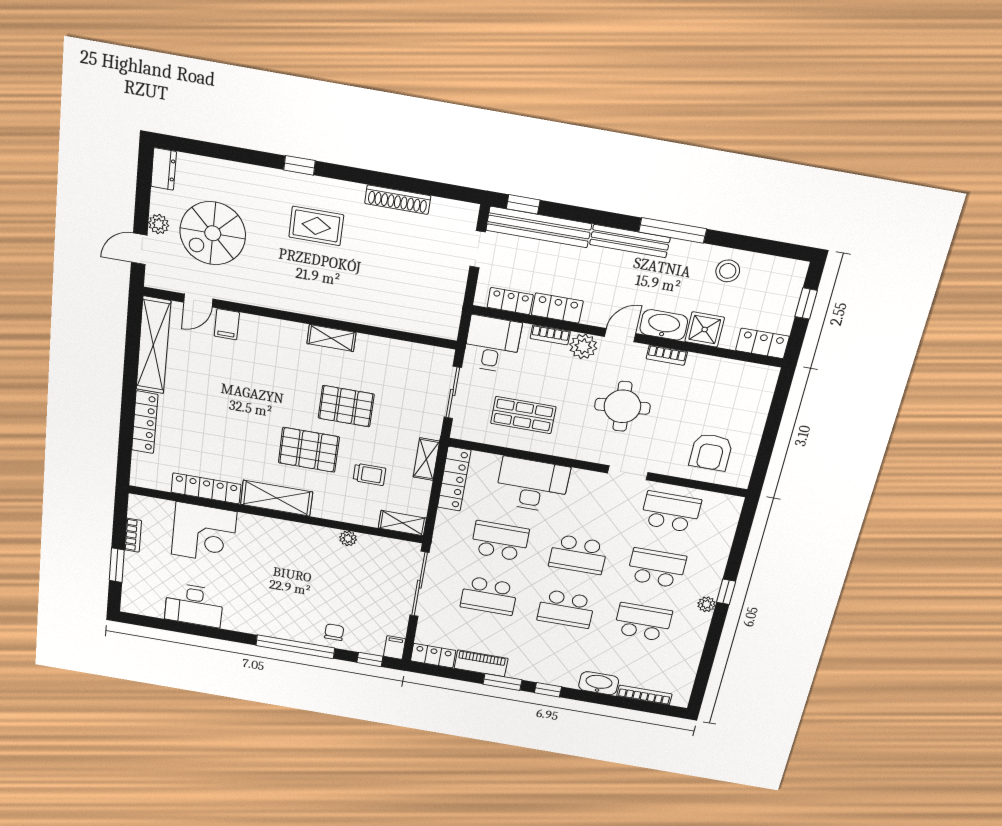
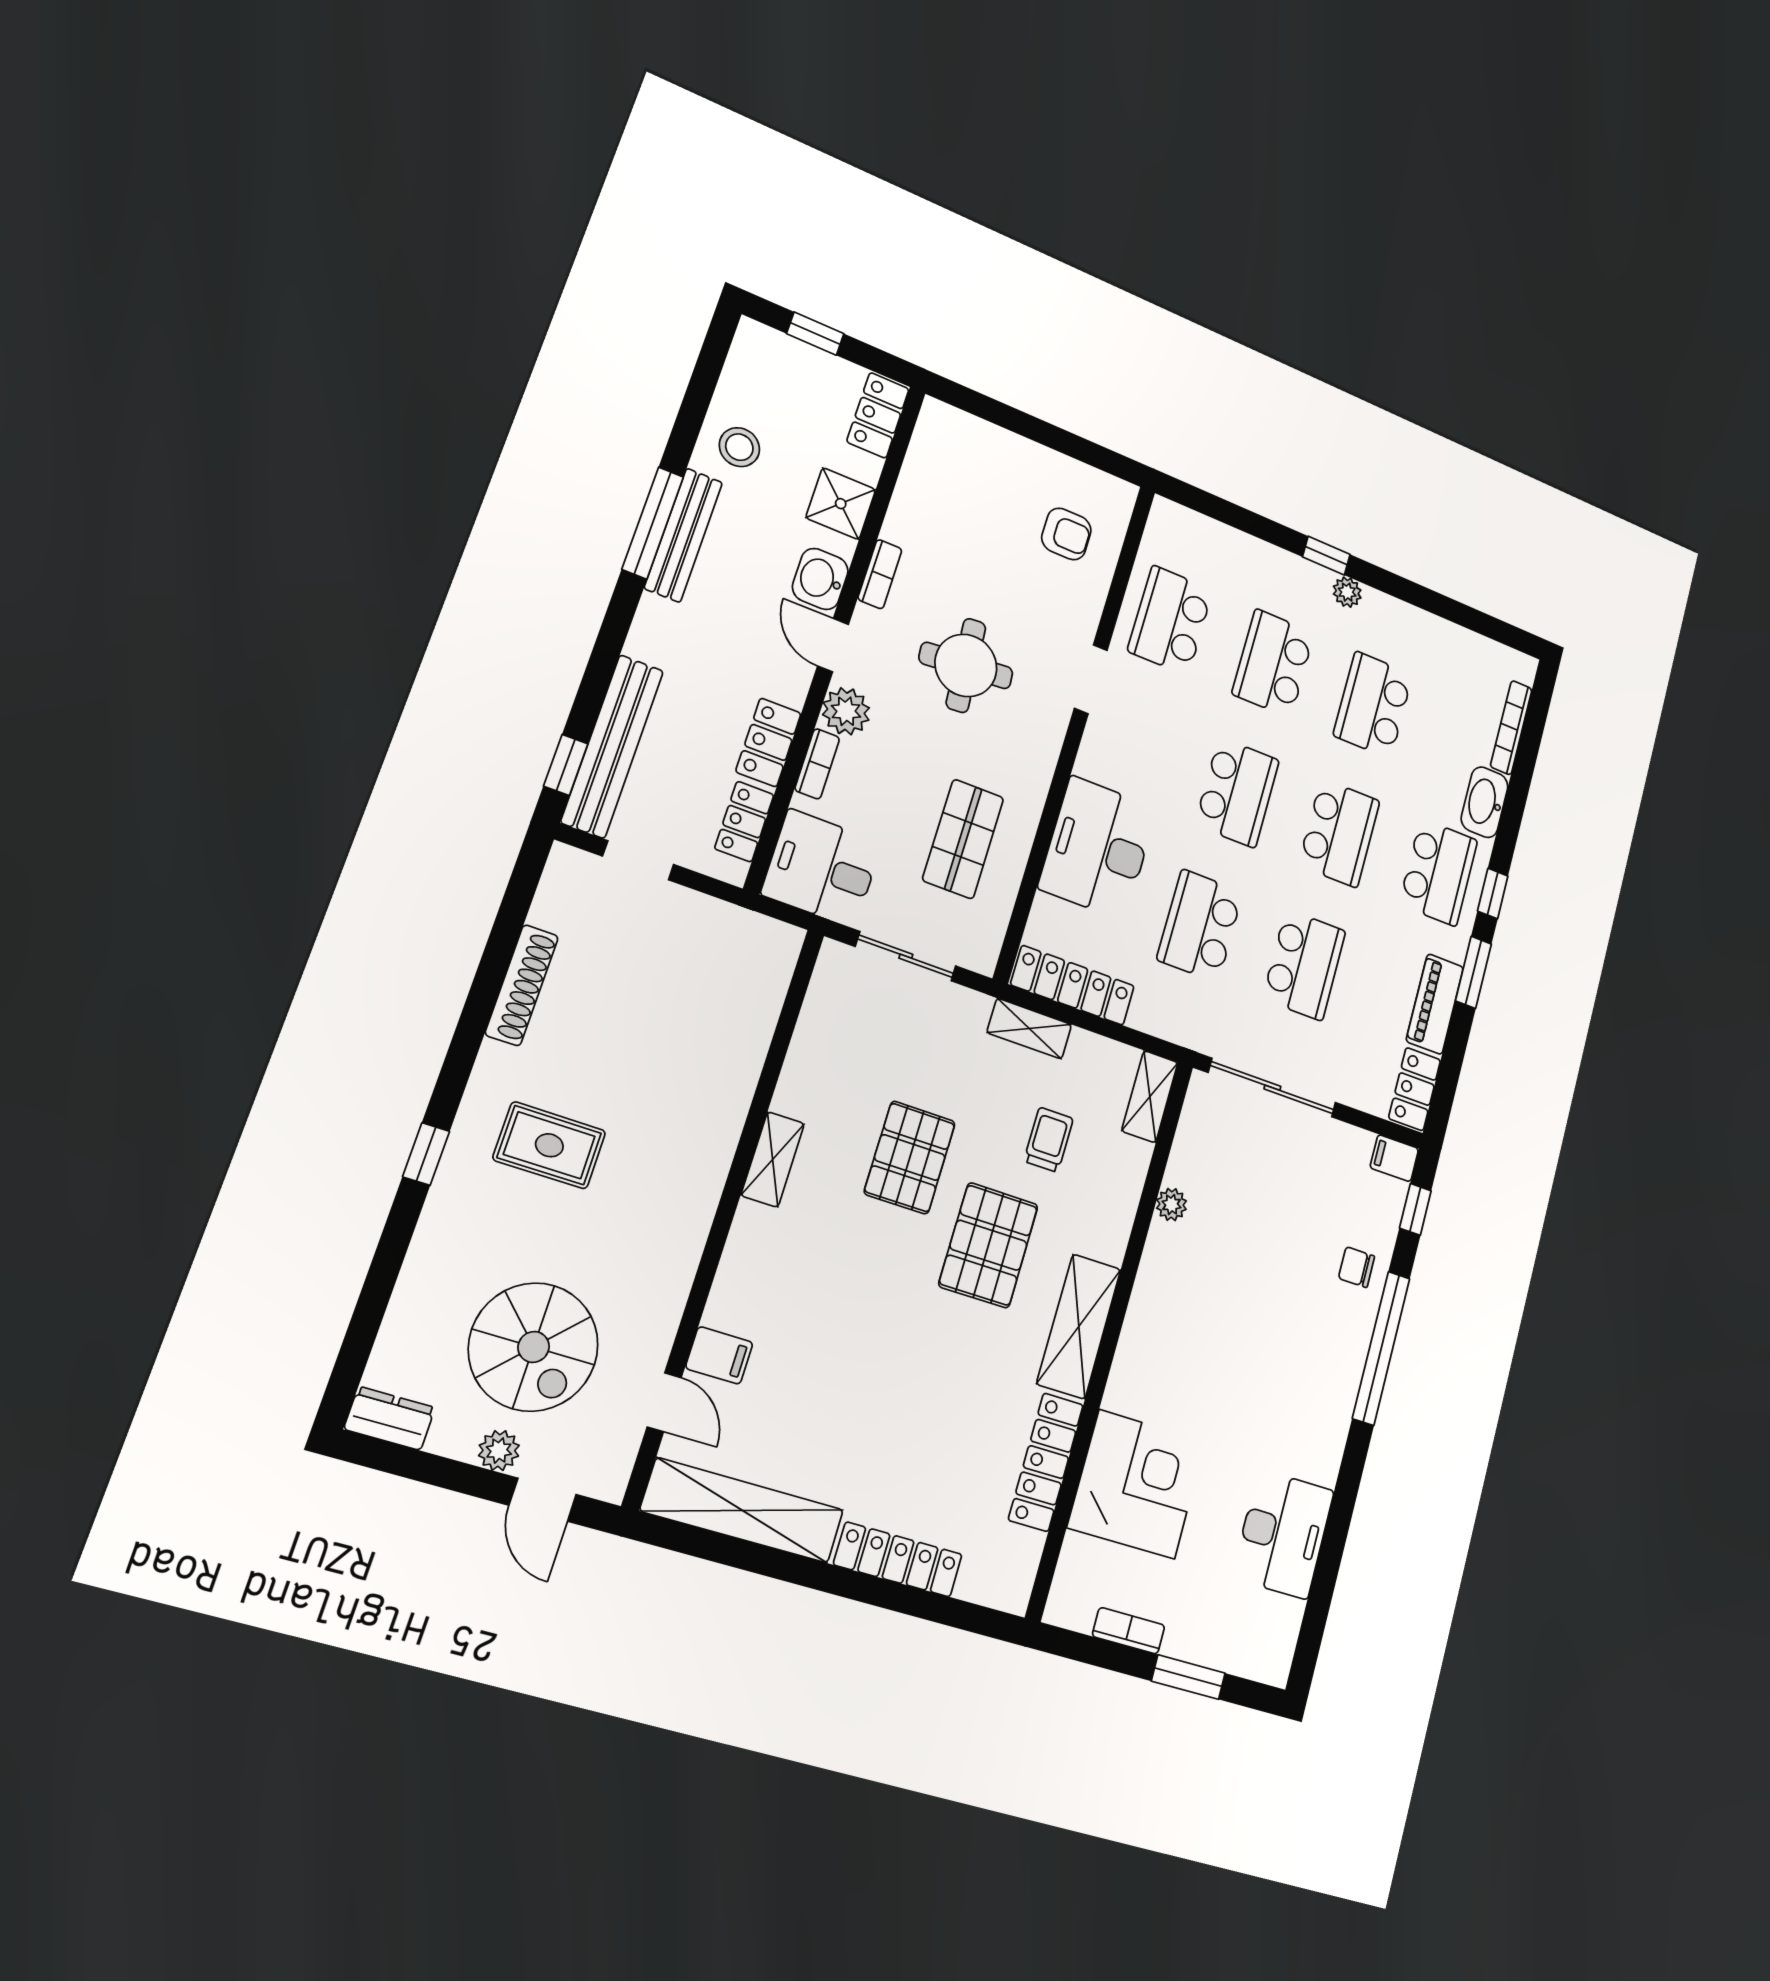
rug: (316, 226) -> (549, 1145), turned 90
bench: (630, 241) -> (683, 535), moved
washbasin: (664, 325) -> (820, 579), width x0.72
armchair: (711, 452) -> (1066, 534), width x0.72, depth x0.72
school desk: (554, 661) -> (1438, 872), added

